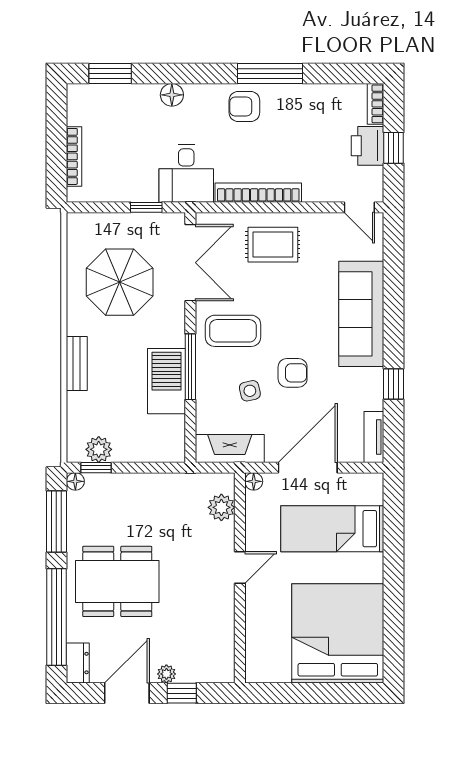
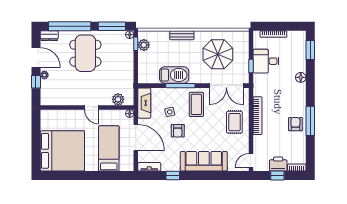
armchair: (244, 107) -> (295, 124), moved
desk: (186, 173) -> (266, 61), moved

